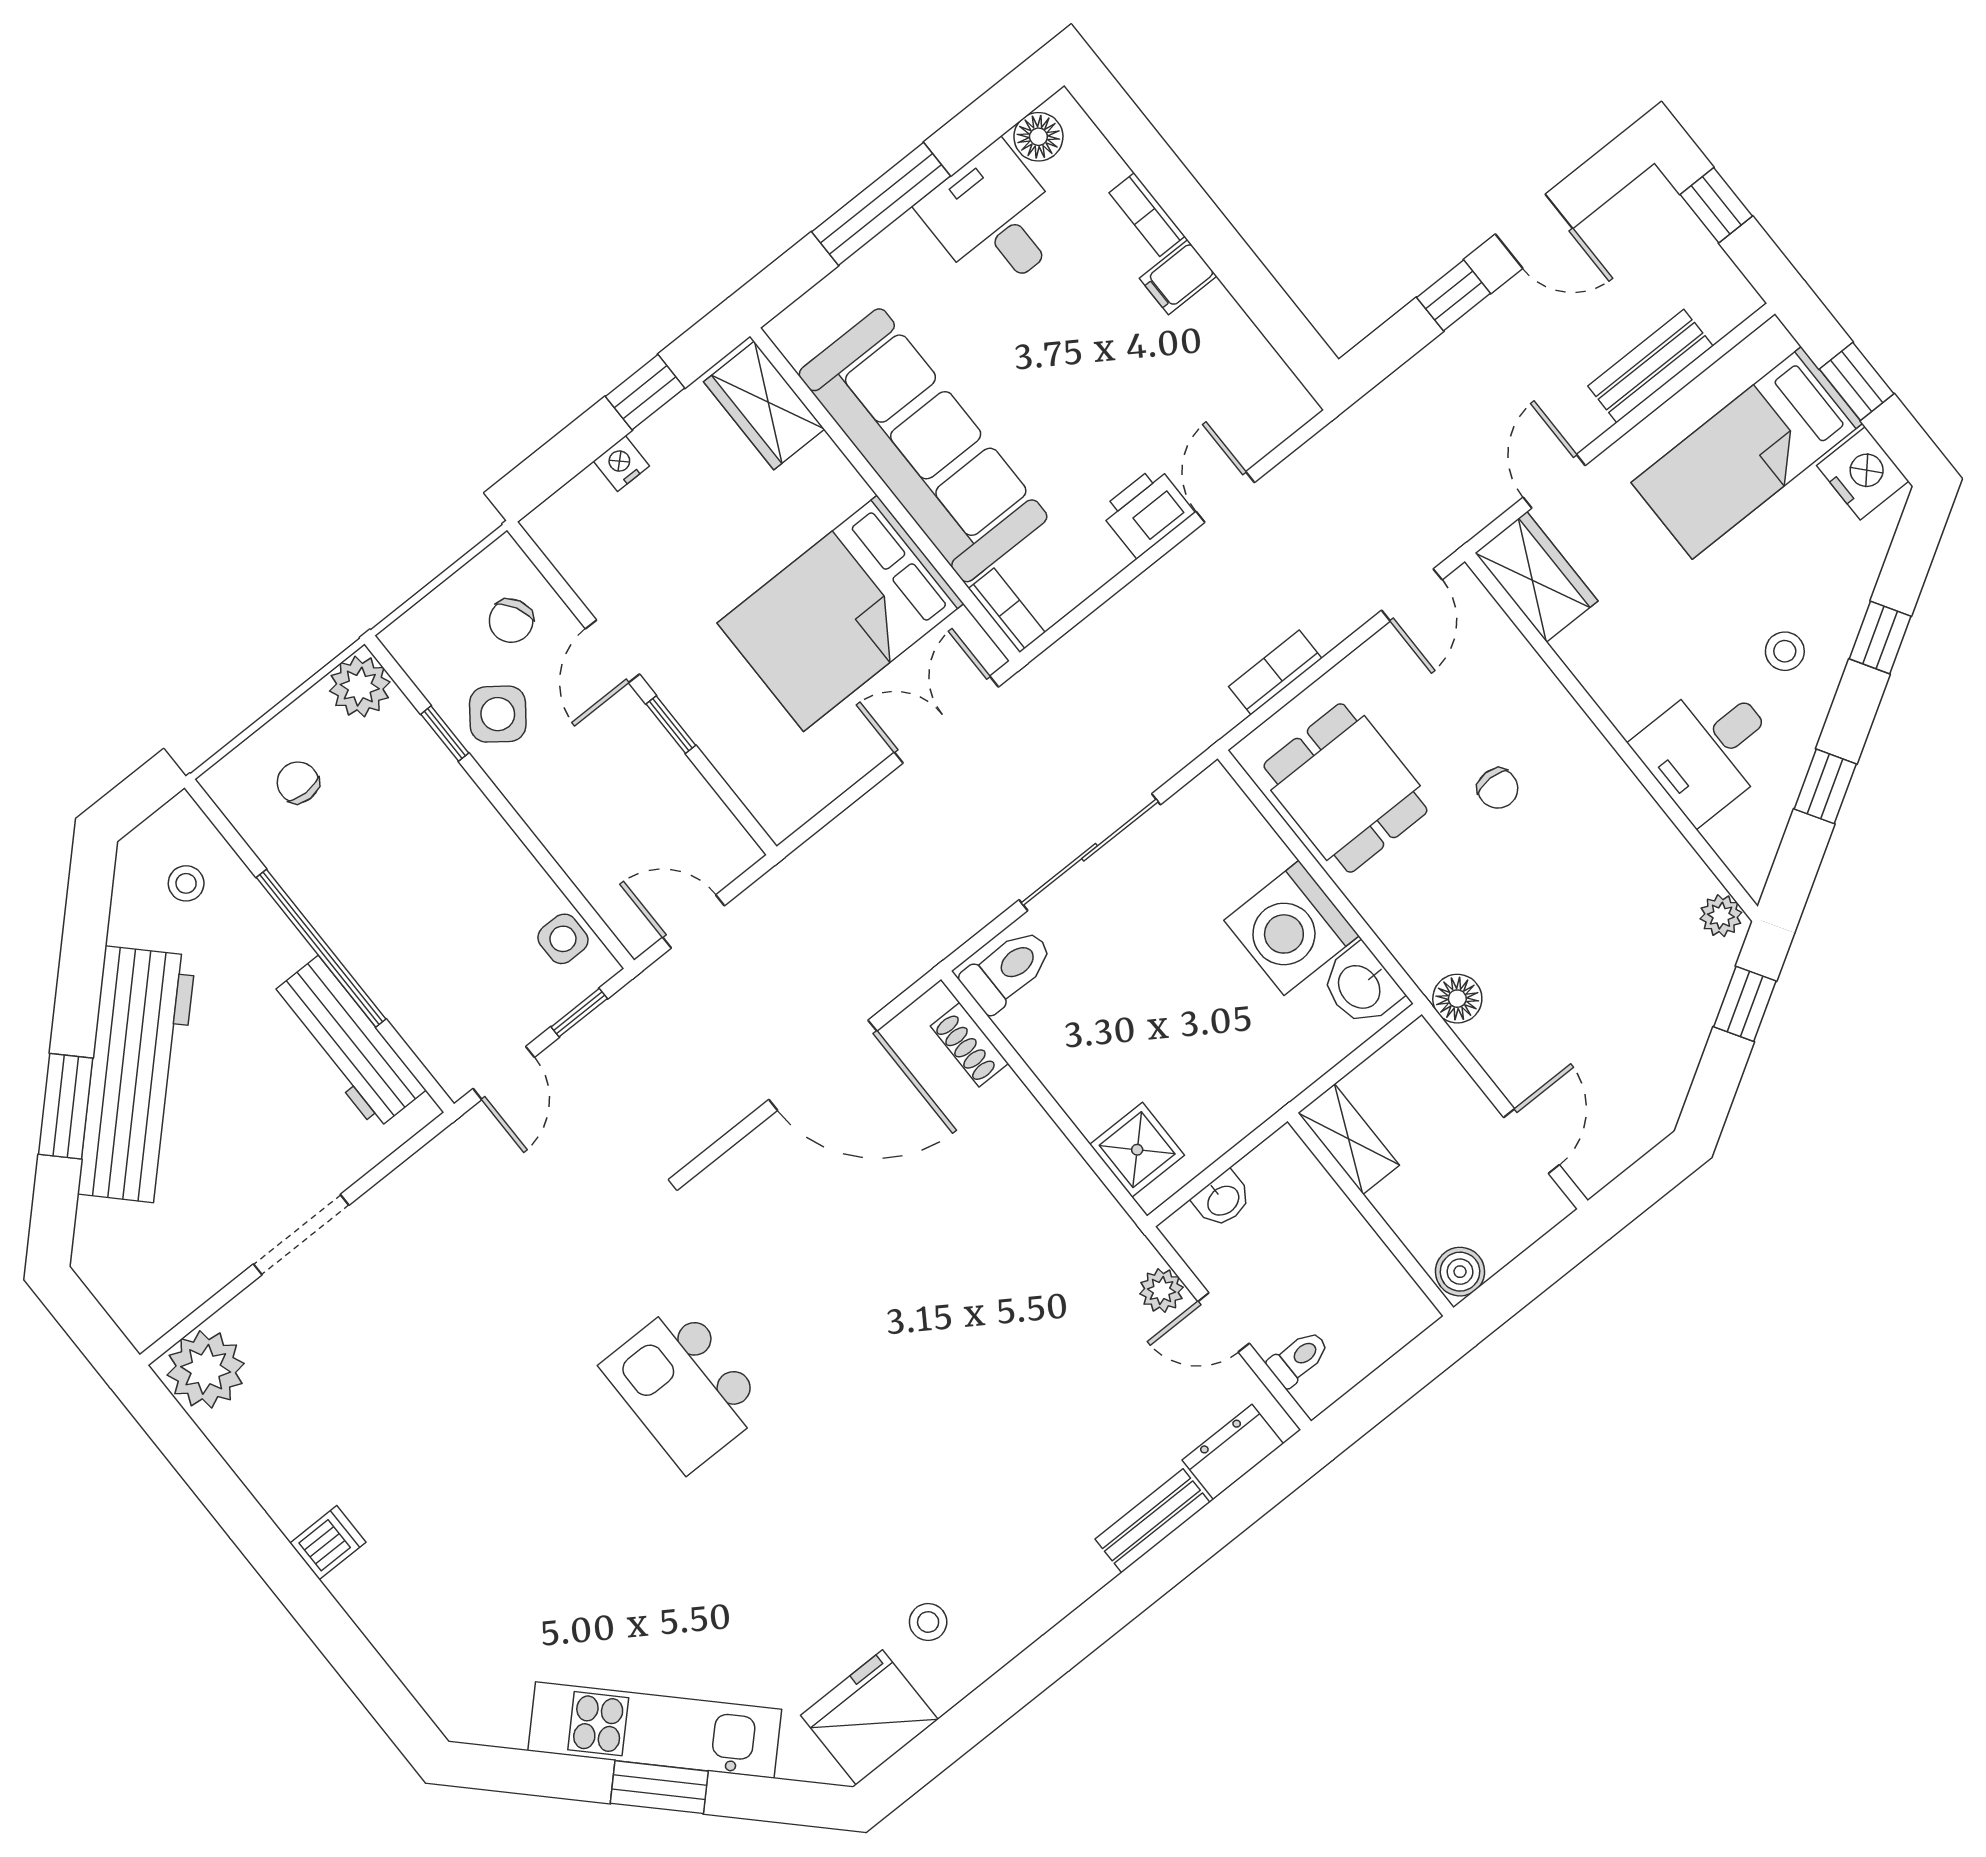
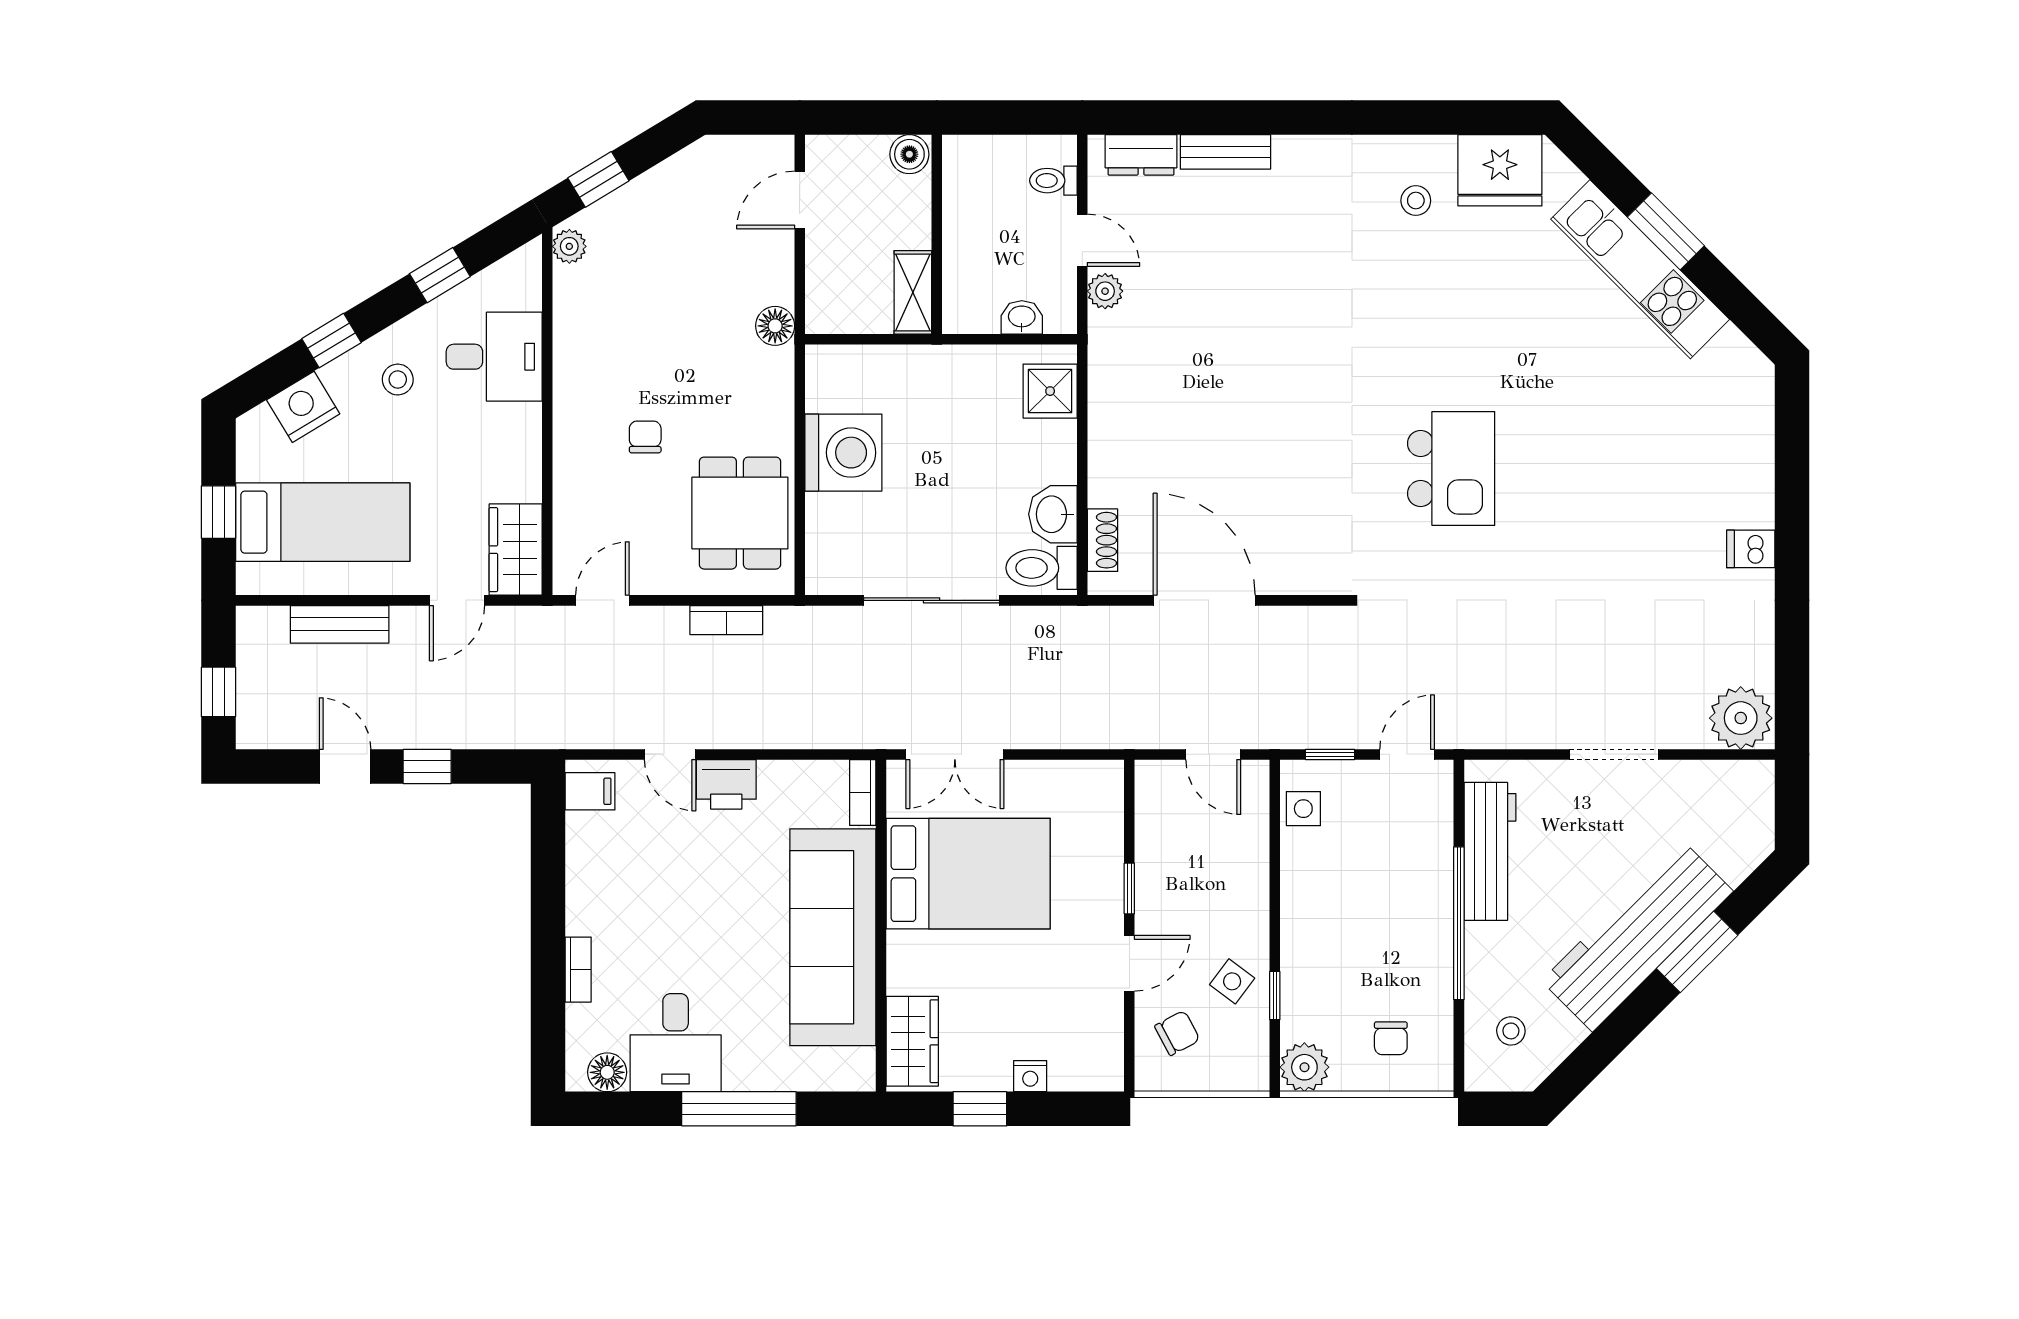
filing cabinet: (1178, 277) -> (590, 791), moved
nightstand: (1863, 473) -> (303, 407), moved, turned 59
door: (1225, 497) -> (670, 754), hinge flipped
side table: (498, 714) -> (1232, 981), width x0.73, depth x0.73
washbasin: (1361, 986) -> (1053, 514), moved, turned 180

